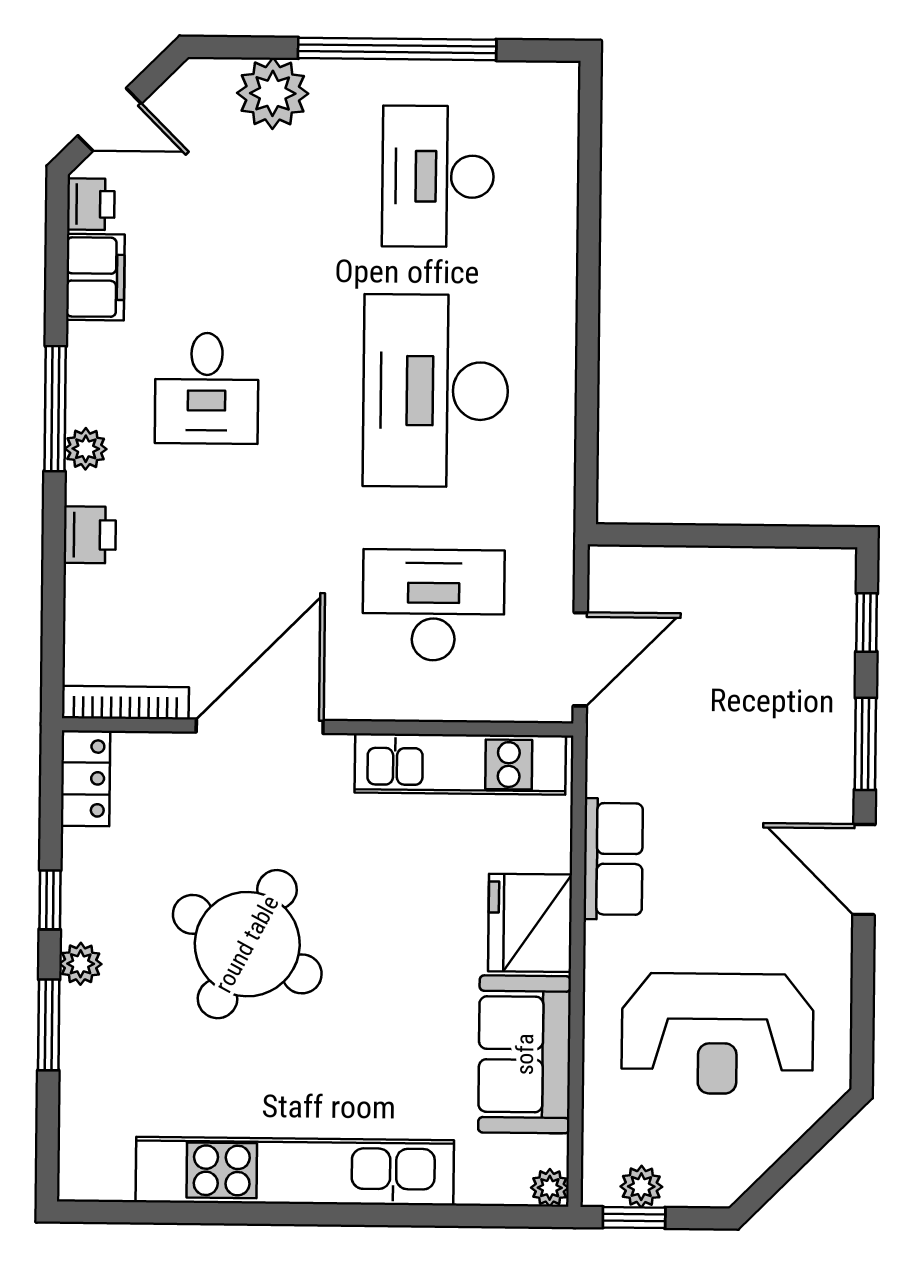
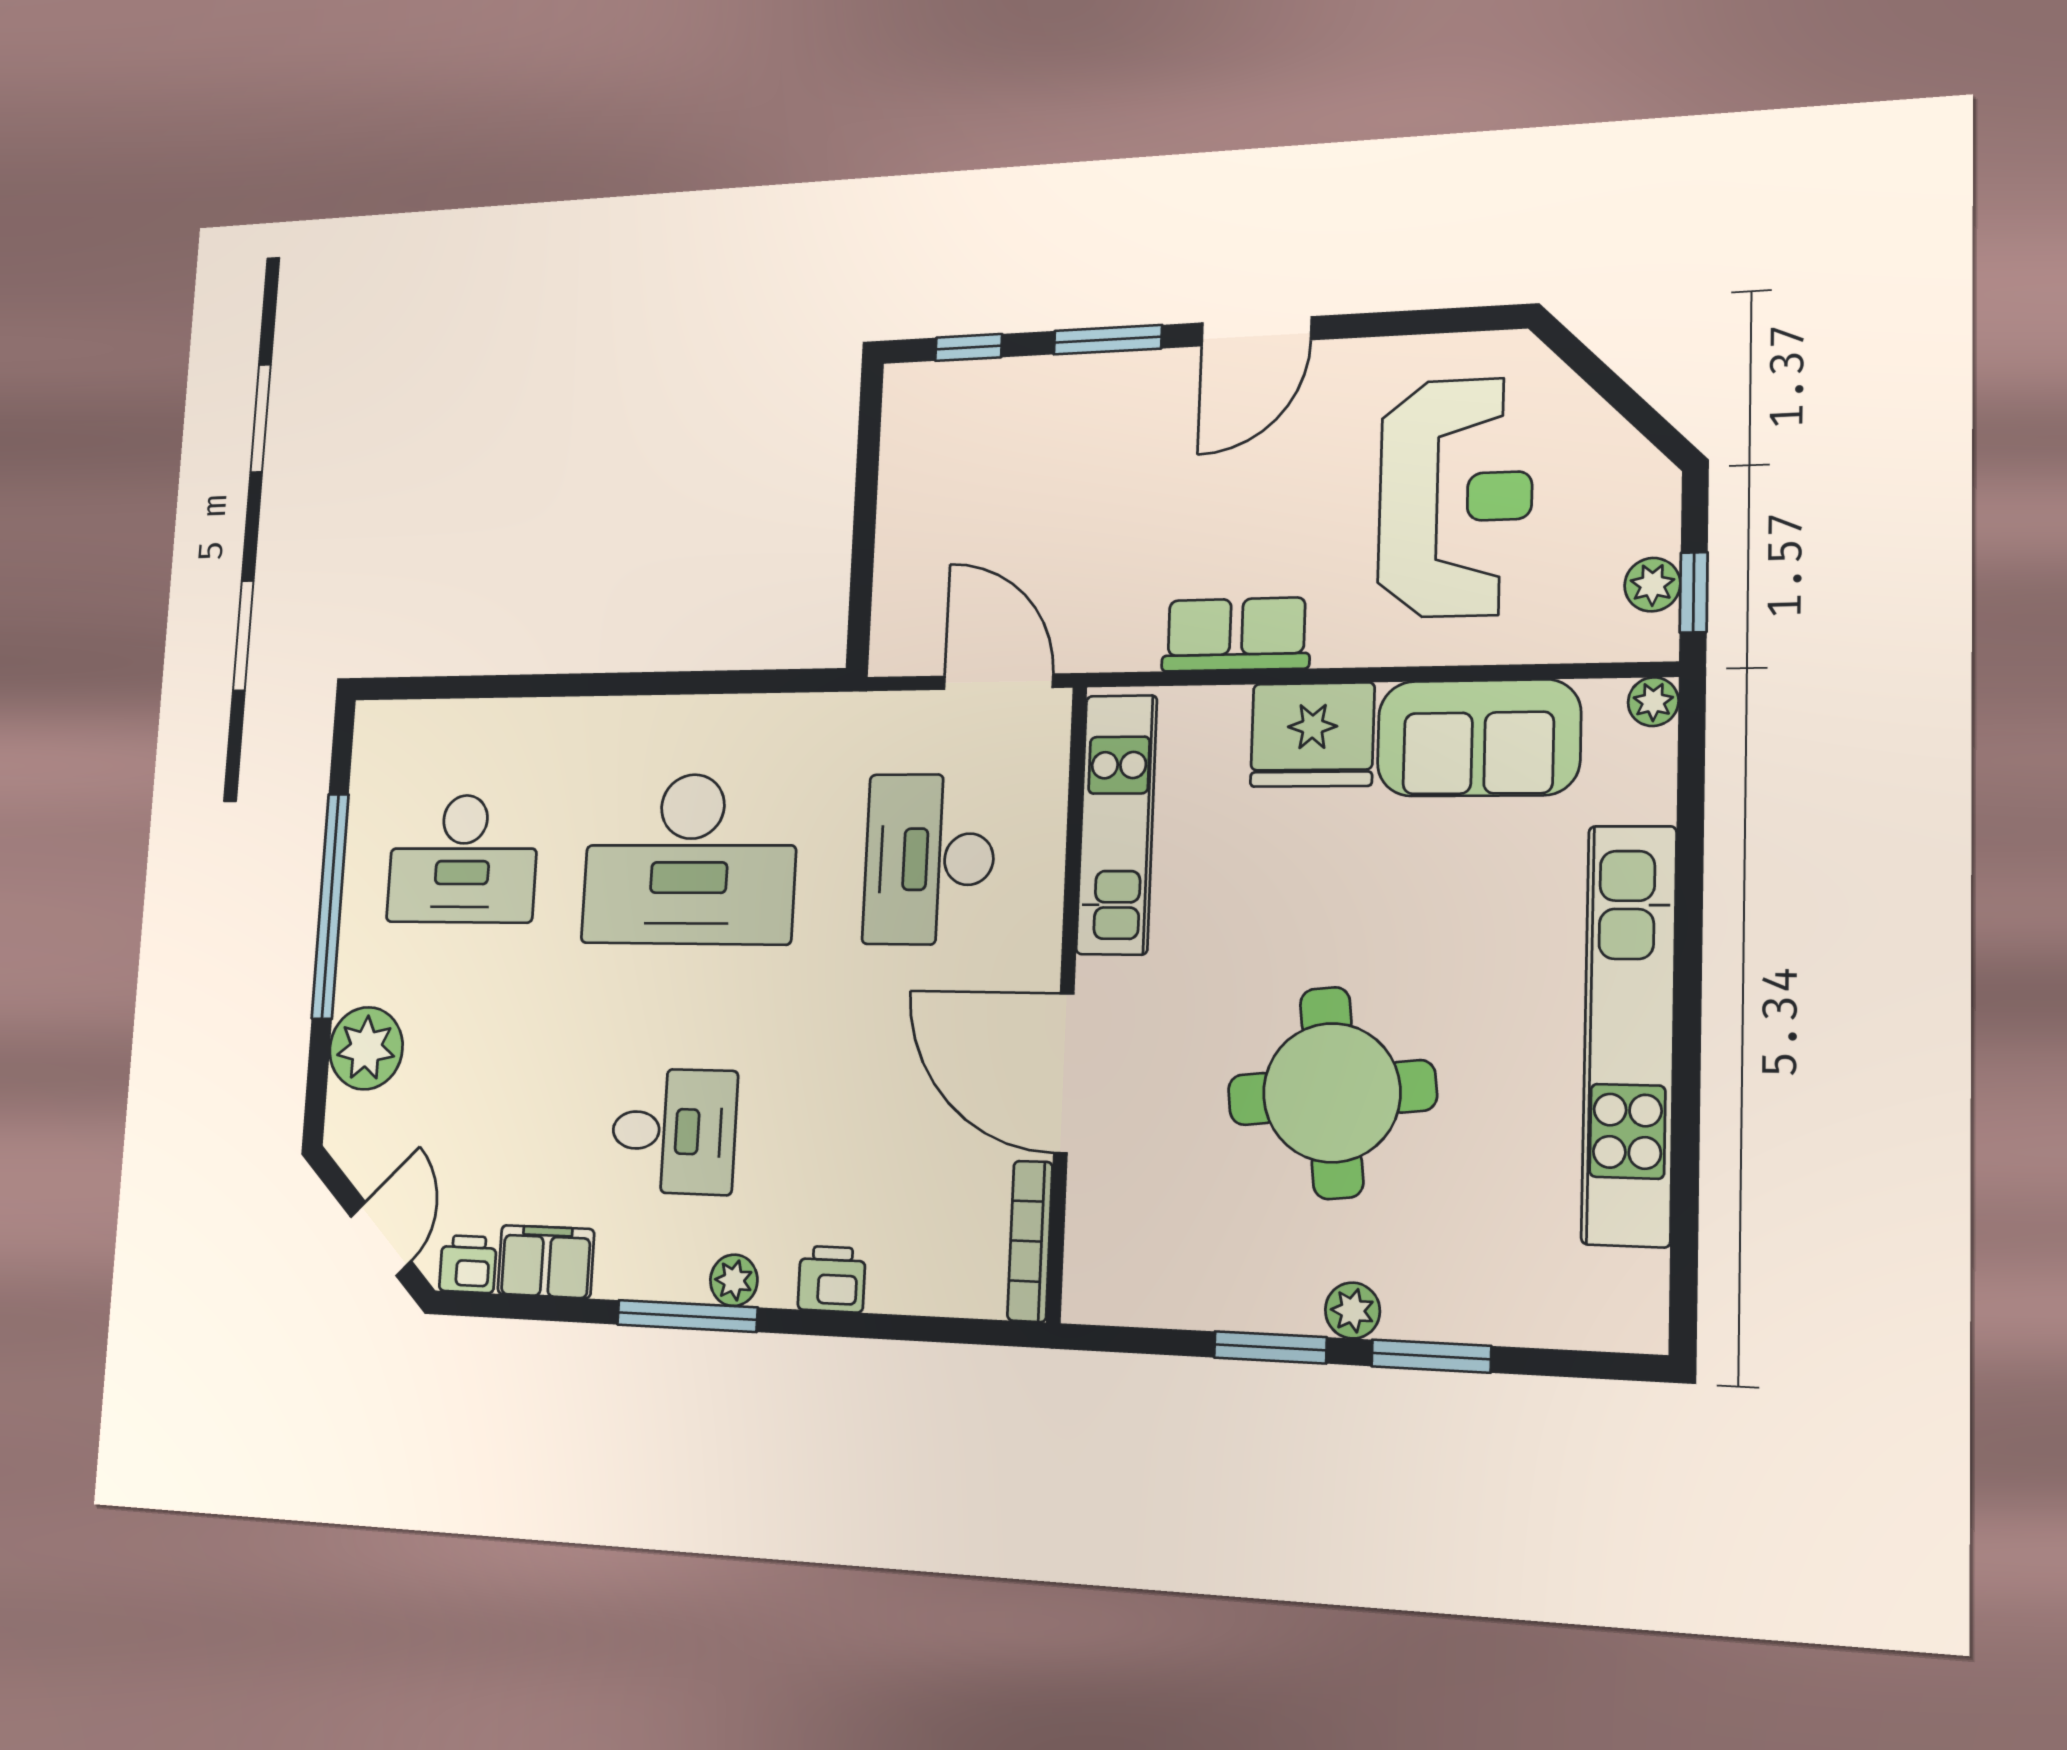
locker: (86, 778) -> (1120, 1295), removed
window: (50, 900) -> (1270, 1347), width x1.50
round table: (247, 944) -> (1332, 1093), turned -34

